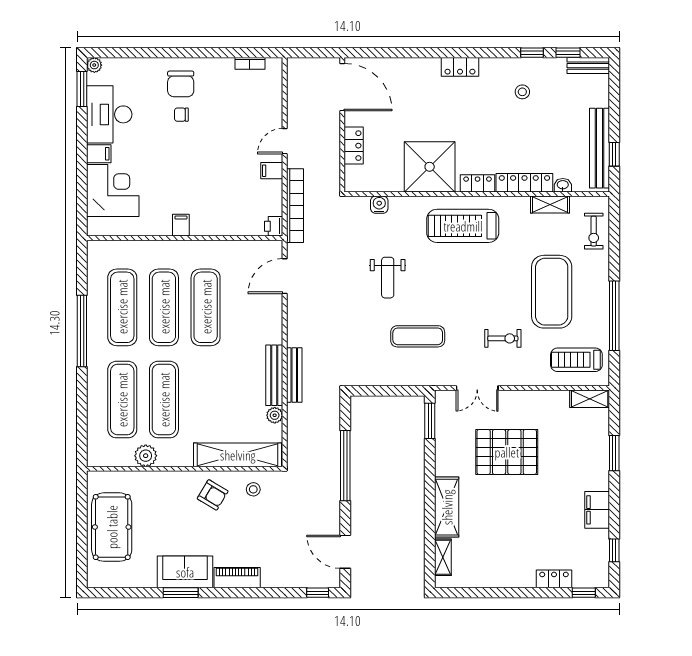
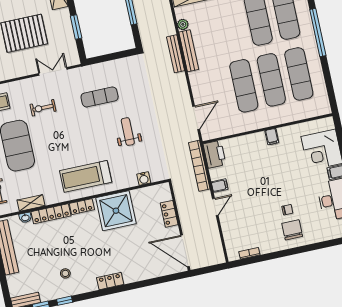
printer: (274, 226) -> (214, 154), width x1.87, depth x1.48
treadmill: (463, 226) -> (86, 176), turned 180
window: (82, 331) -> (318, 33), moved
window: (430, 421) -> (76, 27), moved

